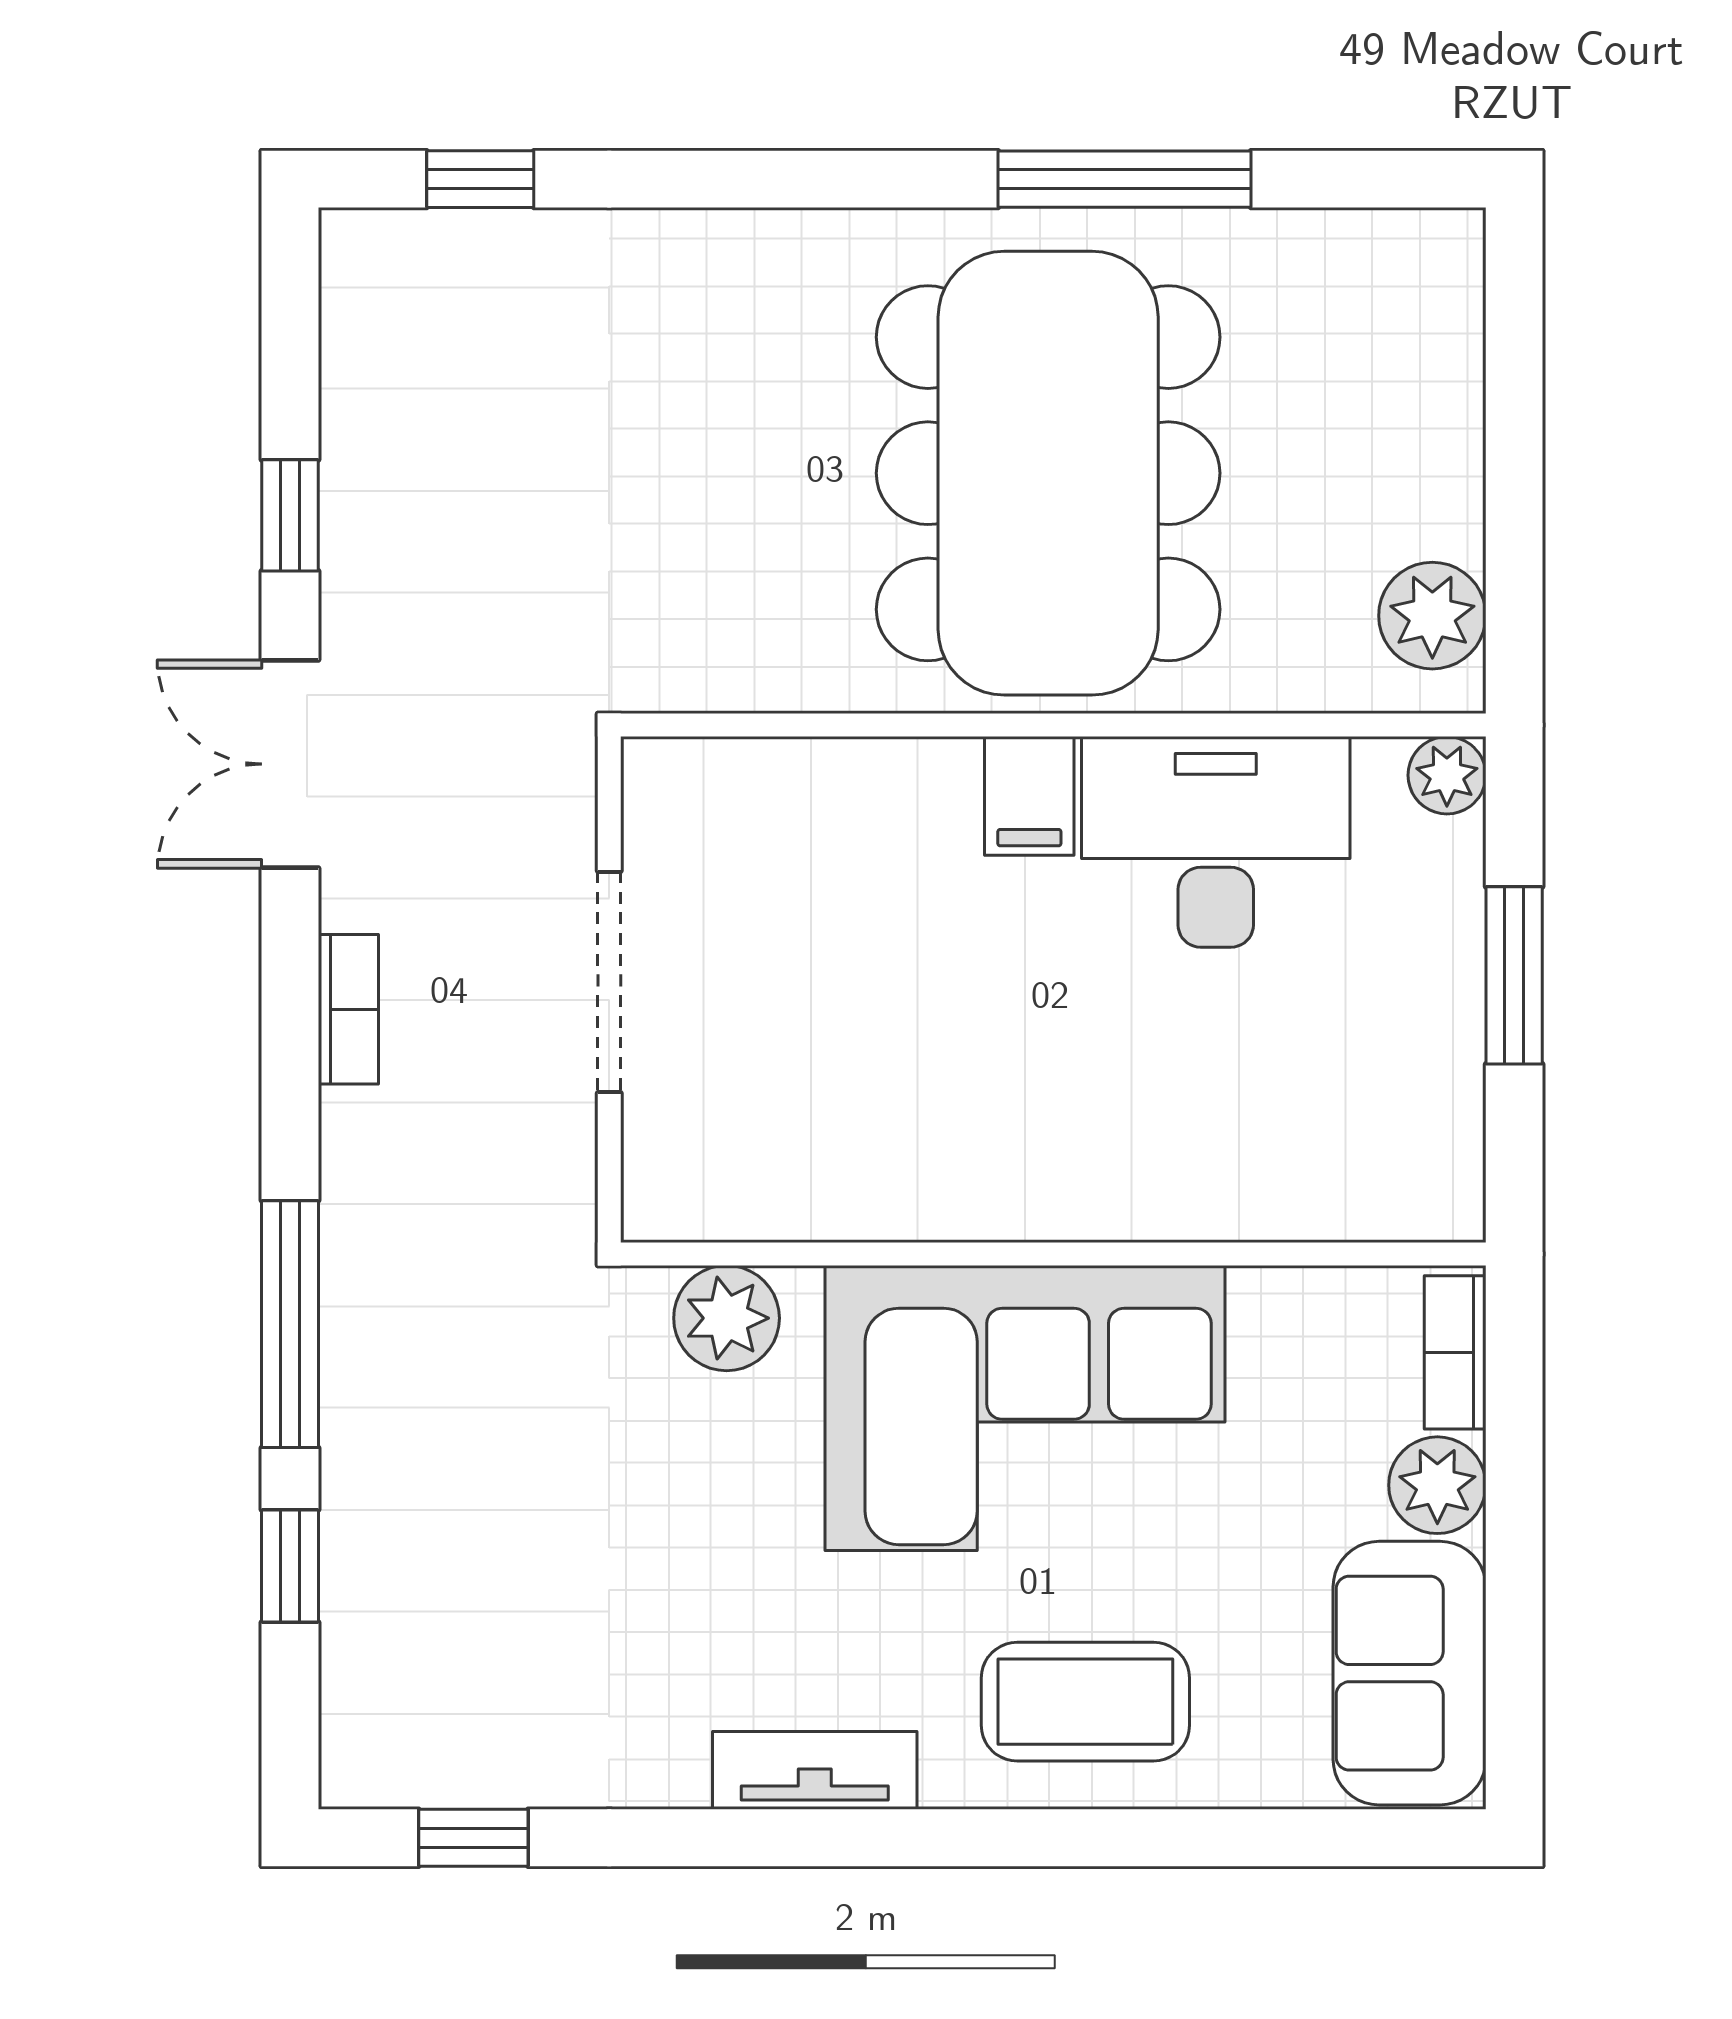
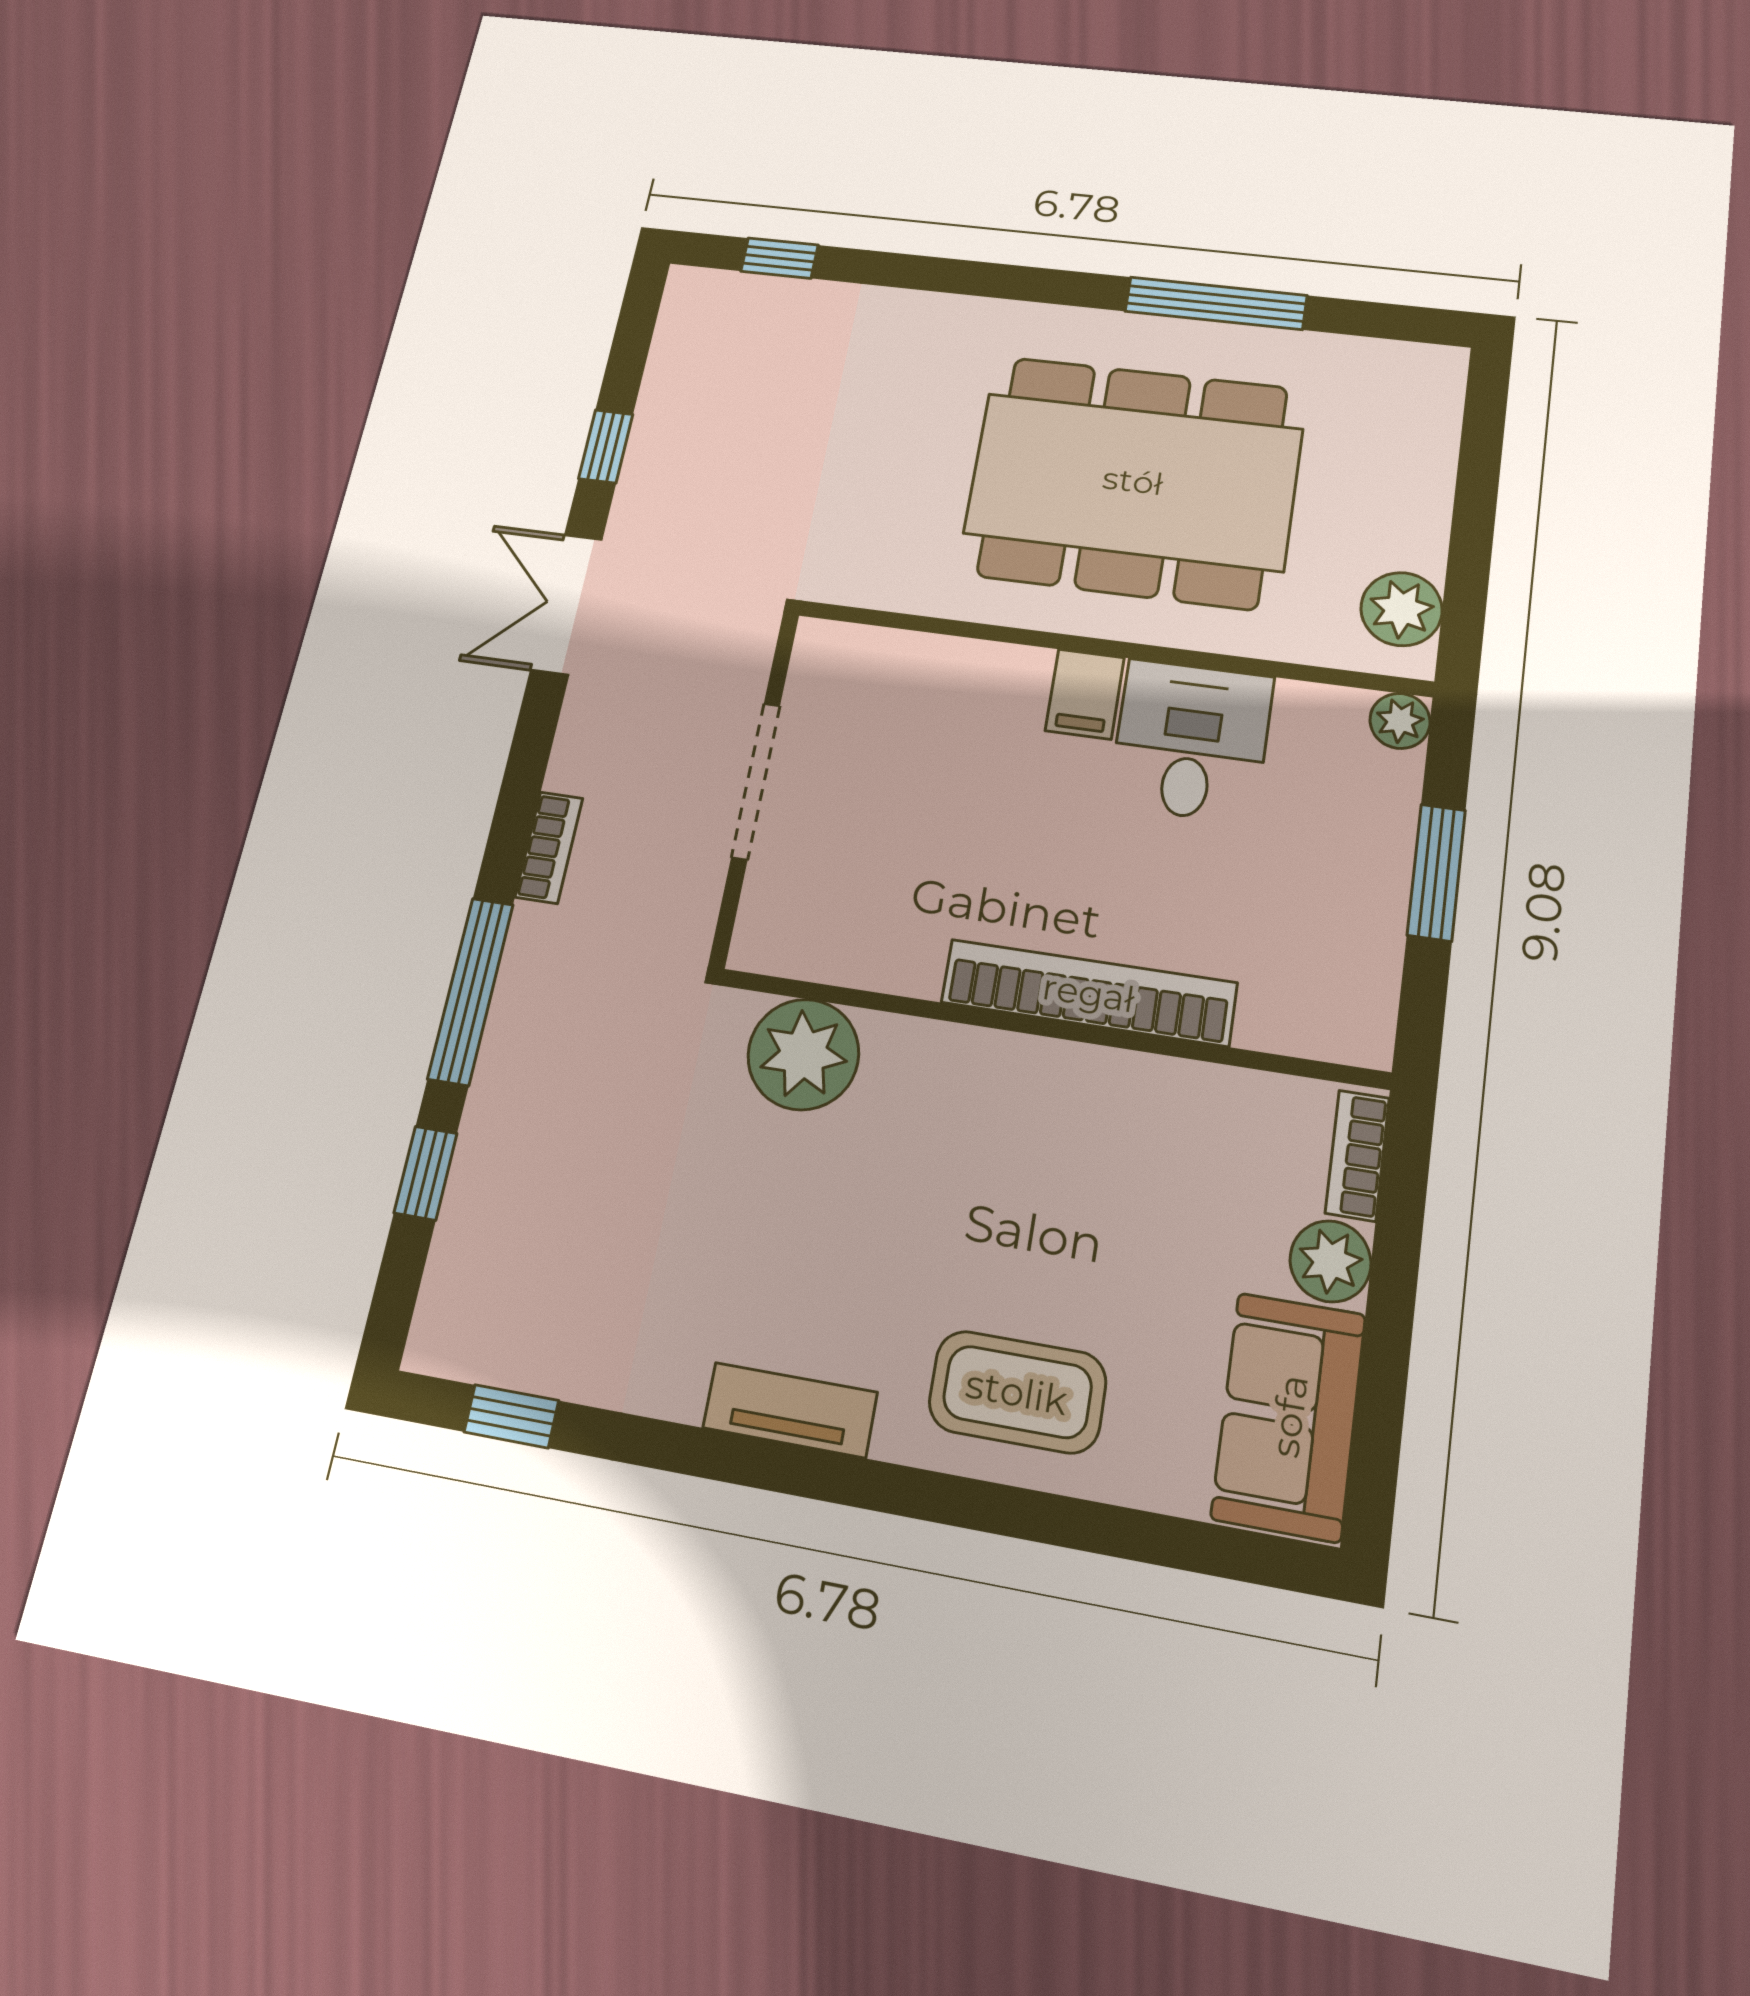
dining table: (1048, 473) -> (1133, 481), turned 90
desk: (1216, 842) -> (1191, 741), width x0.73
bookcase: (348, 1009) -> (549, 848), moved
bookcase: (1096, 1201) -> (1089, 993), added
plant: (727, 1318) -> (803, 1054), width x1.36, depth x1.36
corner sofa: (1025, 1408) -> (1008, 1144), removed

